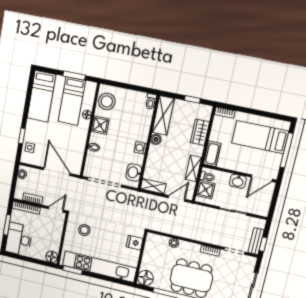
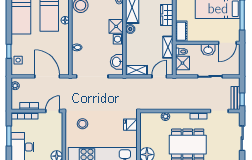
shower: (100, 125) -> (116, 26), moved

